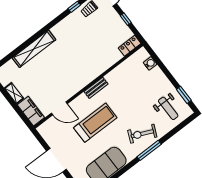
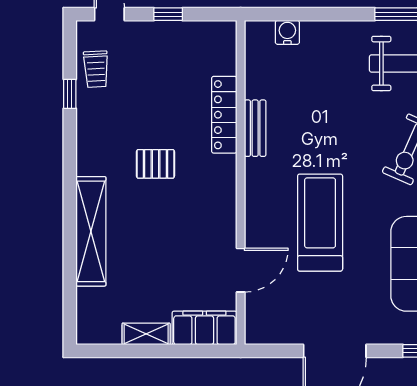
locker: (130, 46) -> (224, 115), moved, width x1.53
pallet: (73, 53) -> (155, 164), added
bench: (96, 88) -> (255, 128), moved

